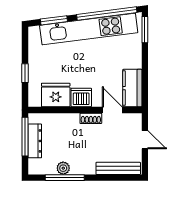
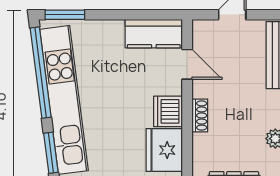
door: (112, 110) -> (187, 64), swing flipped
shoe rack: (91, 118) -> (200, 115), moved

